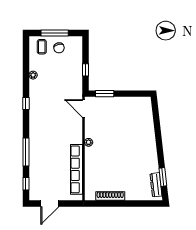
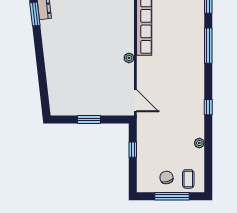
window: (105, 94) -> (89, 120), moved

